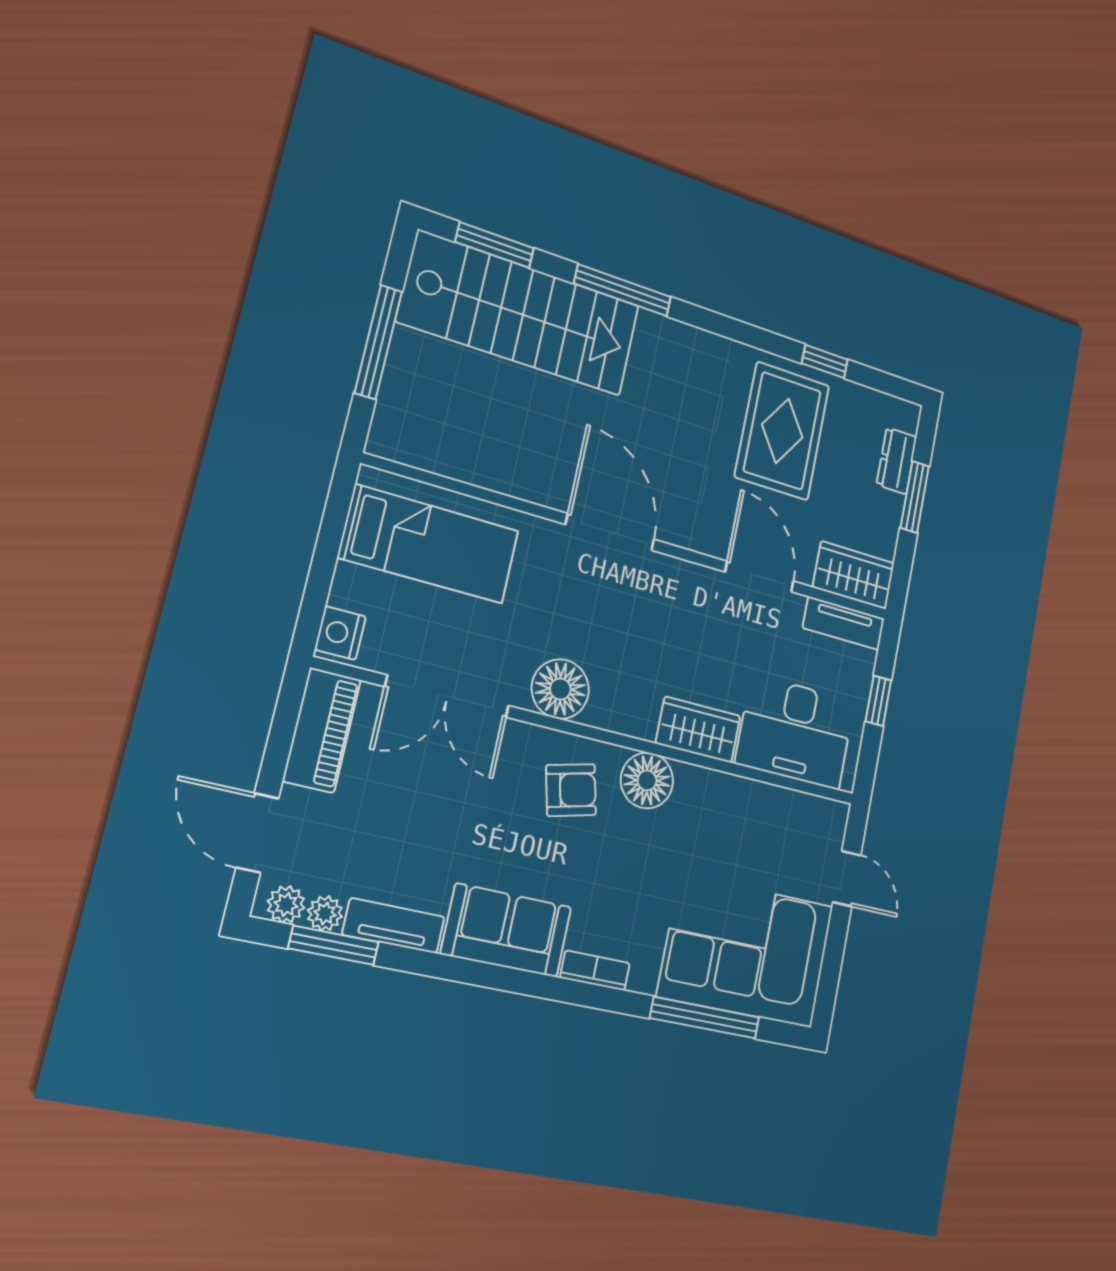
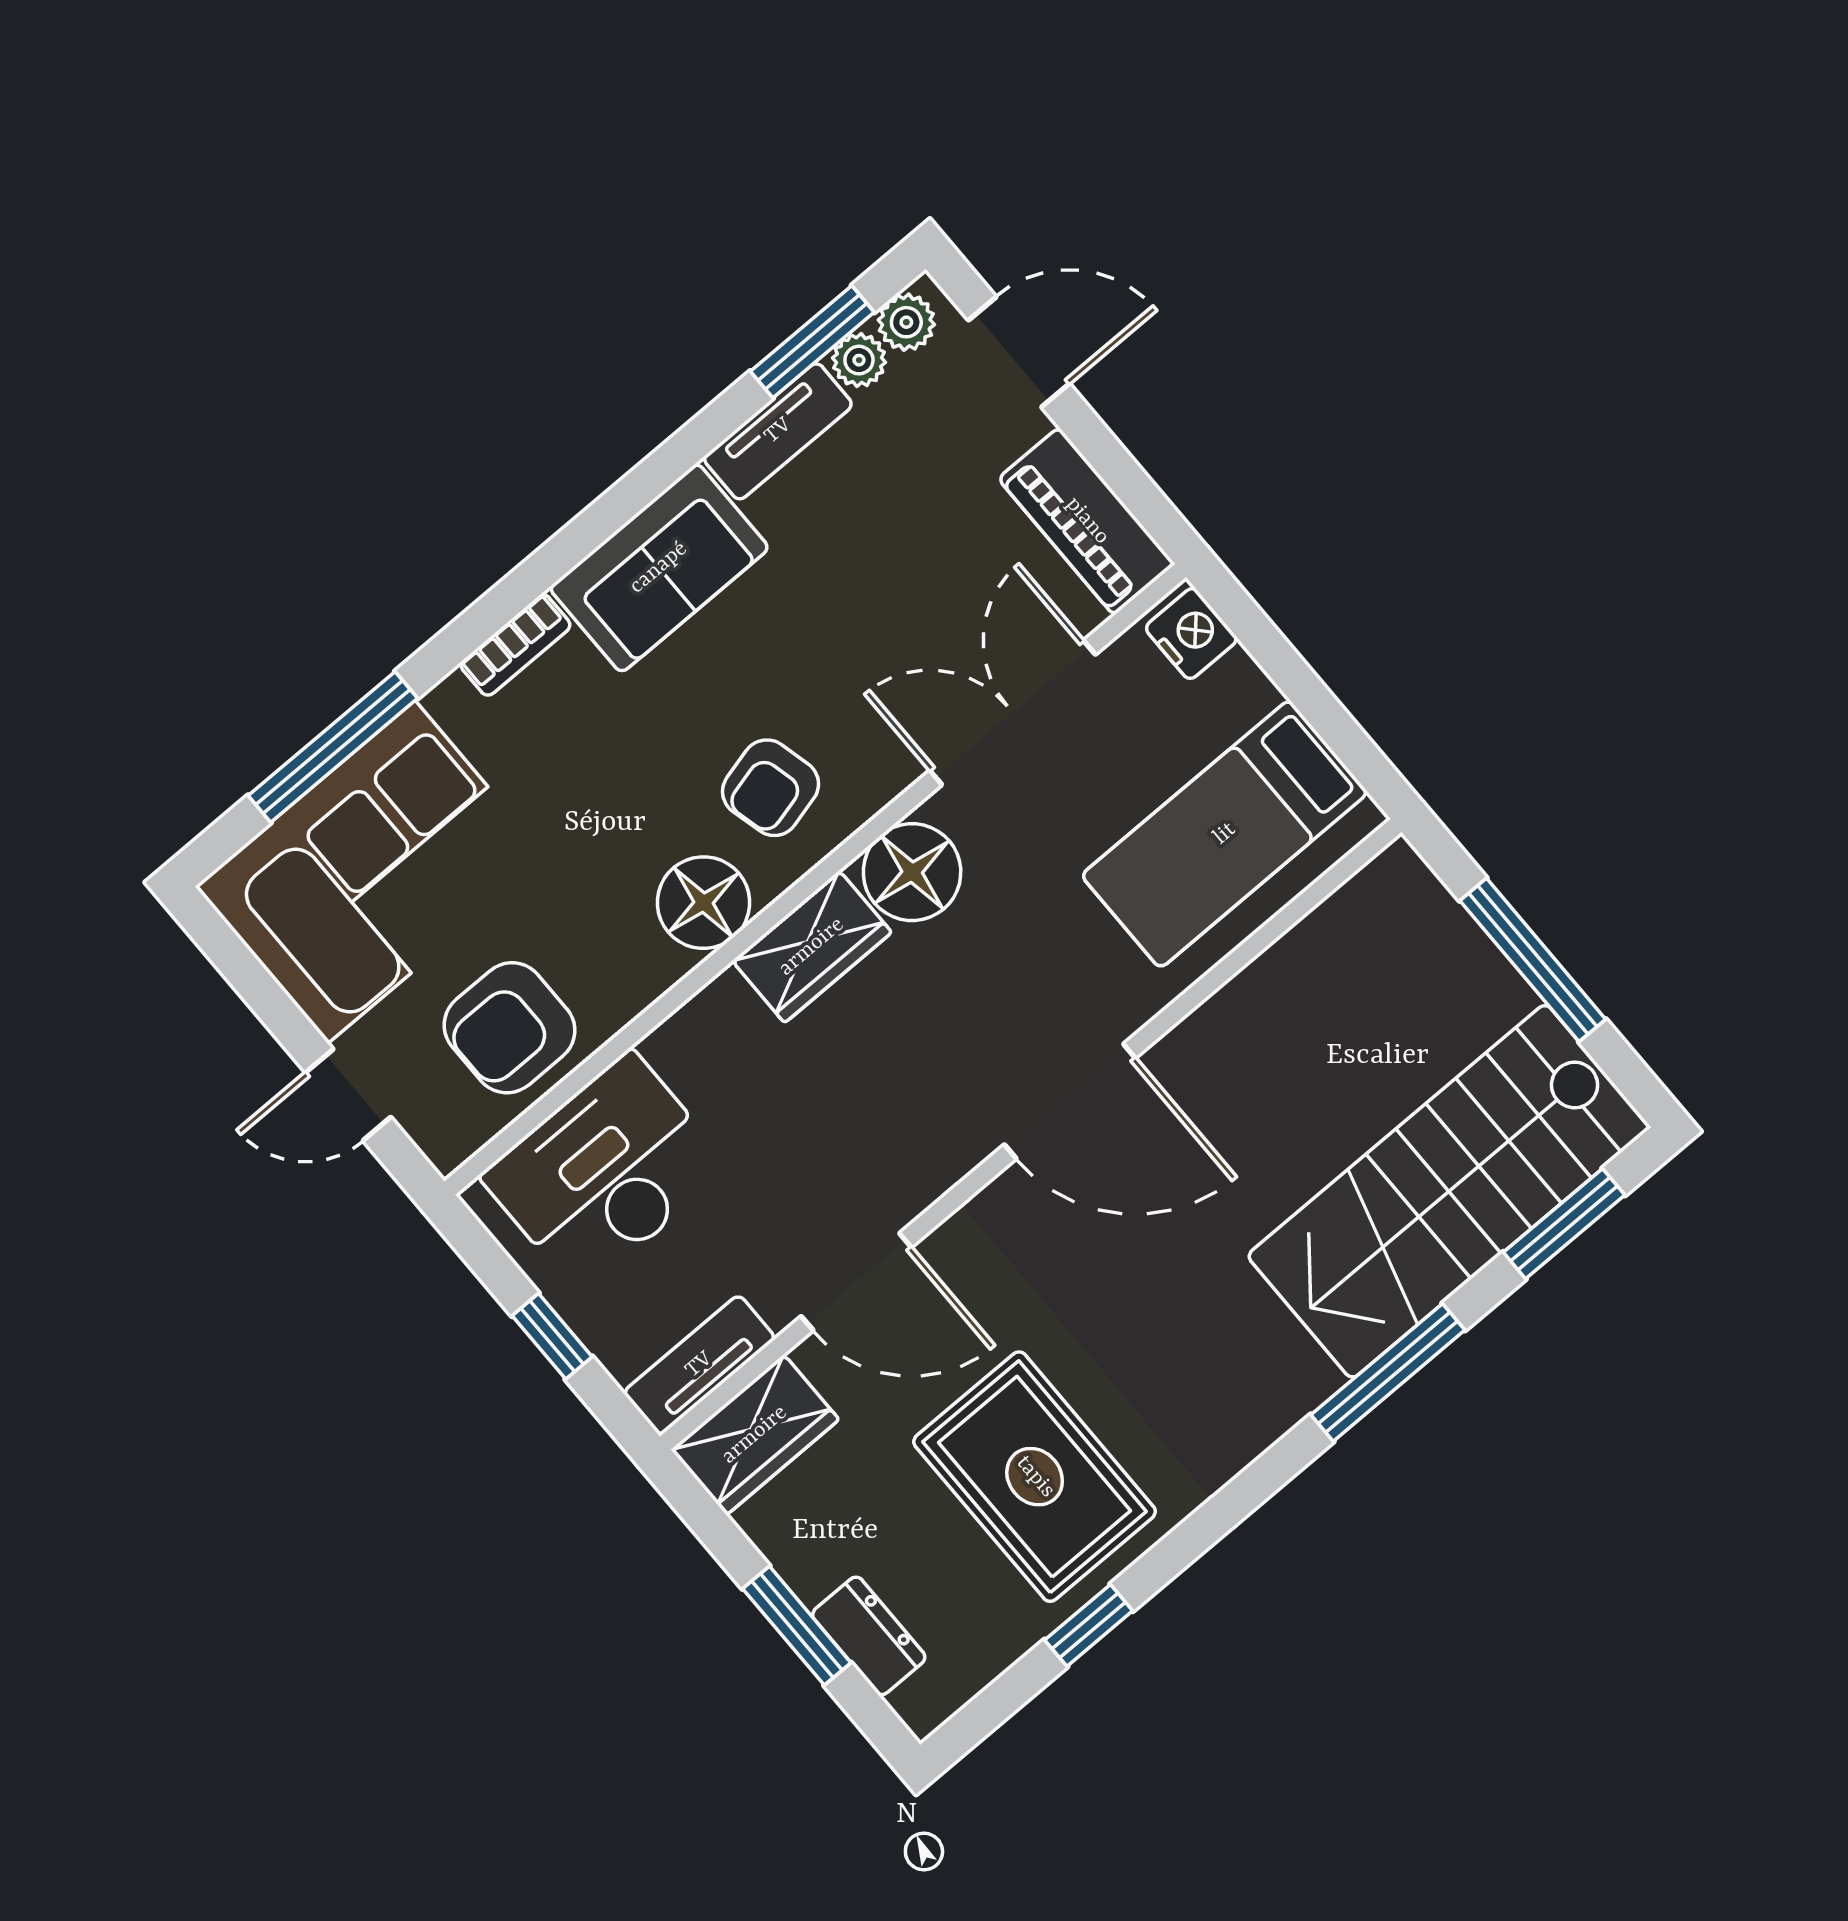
wardrobe: (698, 730) -> (812, 947), moved
armchair: (767, 828) -> (509, 1028), added

